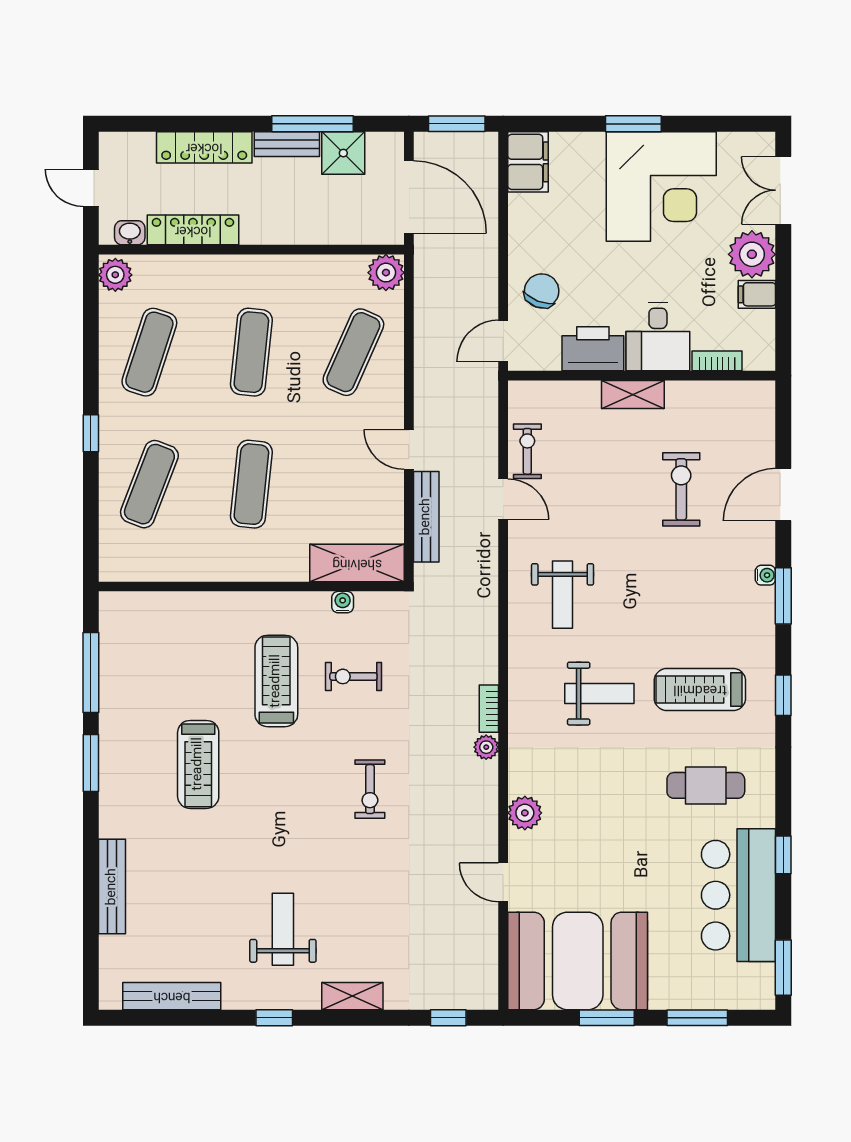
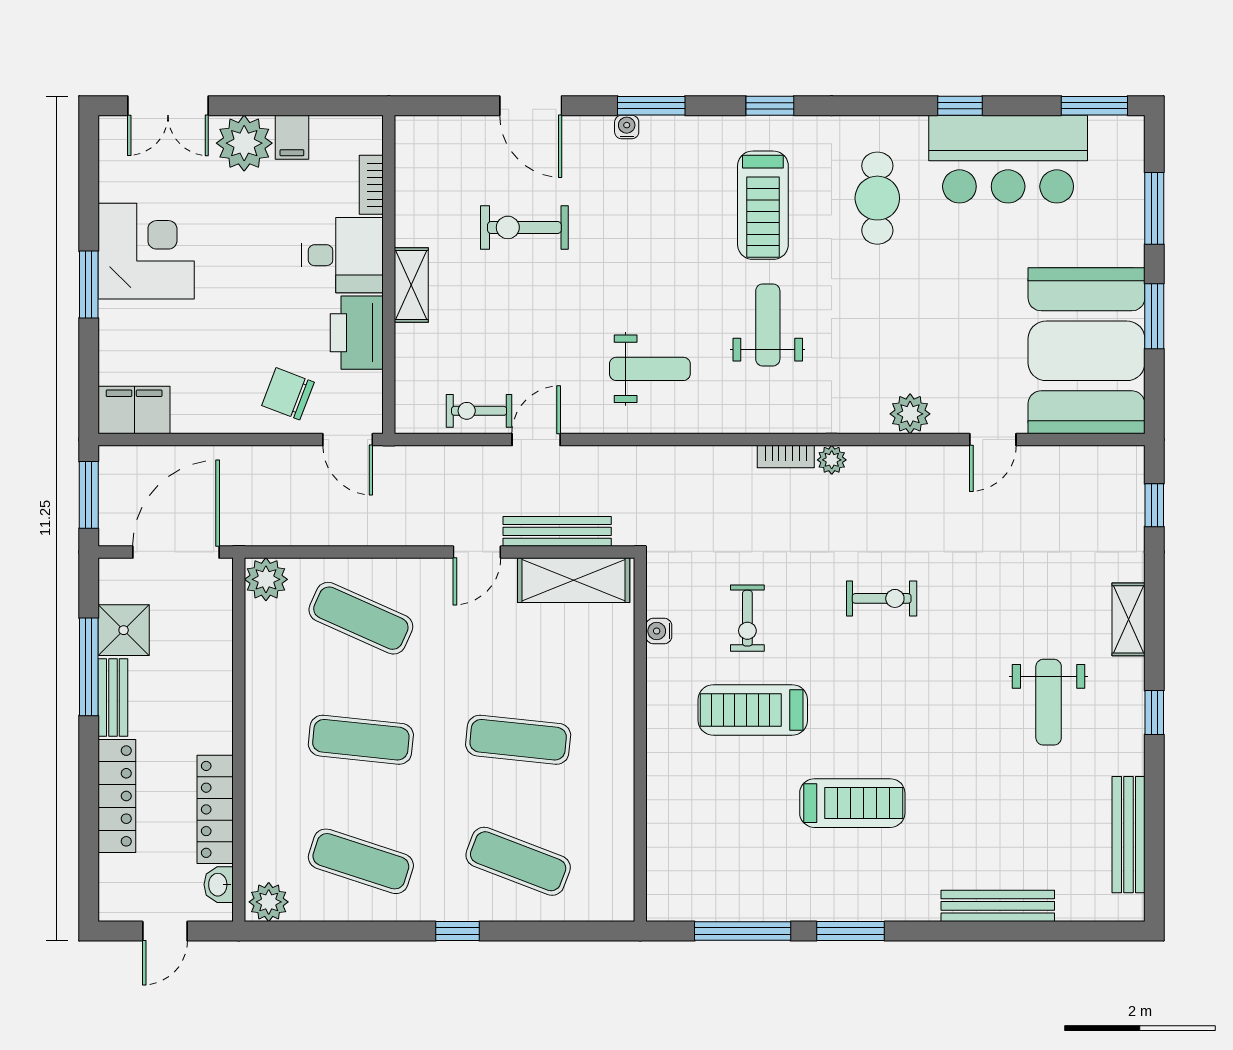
corner desk: (661, 187) -> (146, 251), width x0.74, depth x0.74
shelving: (357, 563) -> (574, 580), moved, turned 90
weight bench: (283, 929) -> (1049, 702), turned -90

